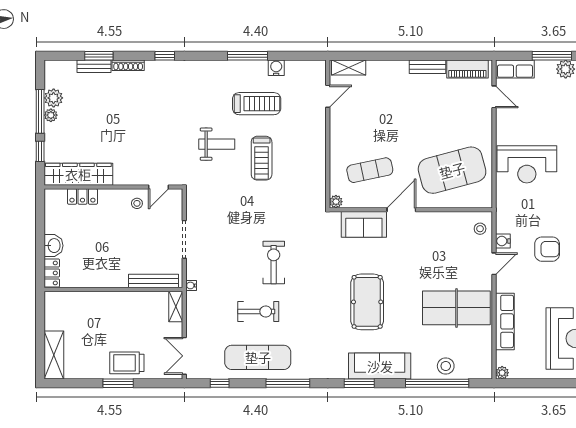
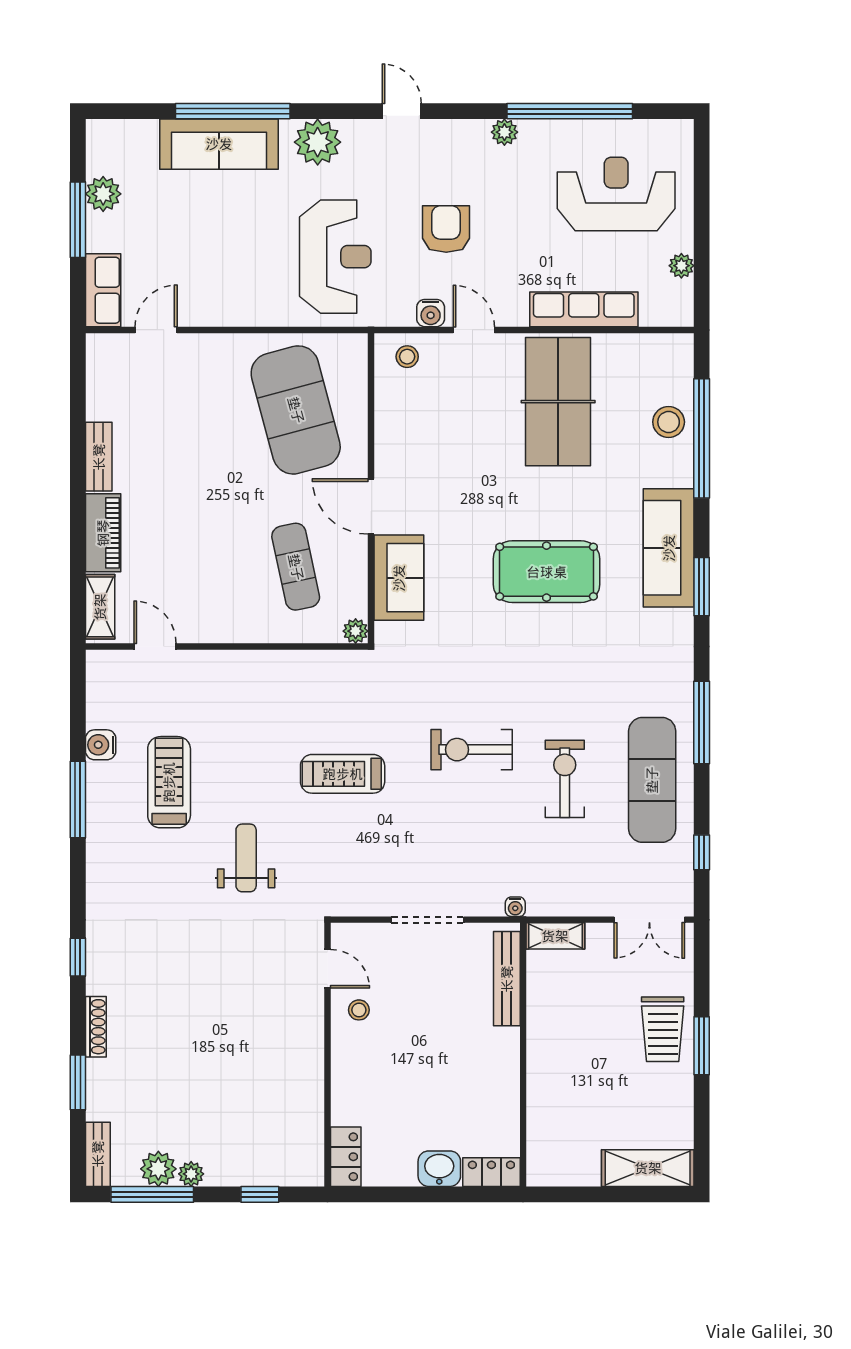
bench: (94, 66) -> (98, 1154), moved
piano: (467, 69) -> (103, 533), moved
window: (40, 111) -> (152, 1194), moved
treadmill: (262, 158) -> (343, 774), moved, turned 180
reception desk: (527, 164) -> (335, 257), moved
wardrobe: (78, 174) -> (303, 1121), removed
locker: (82, 196) -> (346, 1157), moved
plant: (502, 373) -> (681, 266), moved

